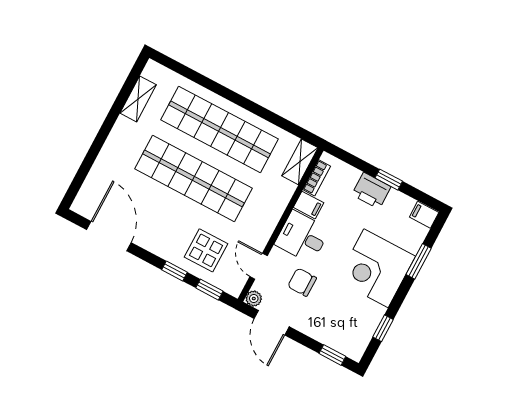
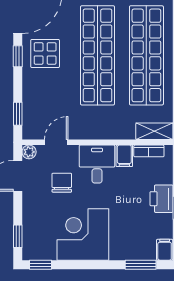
display table: (206, 250) -> (45, 53), moved
window: (419, 261) -> (141, 265), moved
corner desk: (376, 268) -> (83, 234), moved
window: (175, 271) -> (18, 56), moved
window: (383, 328) -> (41, 265), moved

